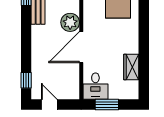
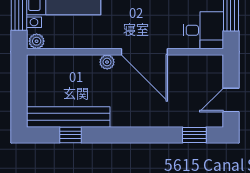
plant: (70, 22) -> (107, 62), width x0.53, depth x0.53

